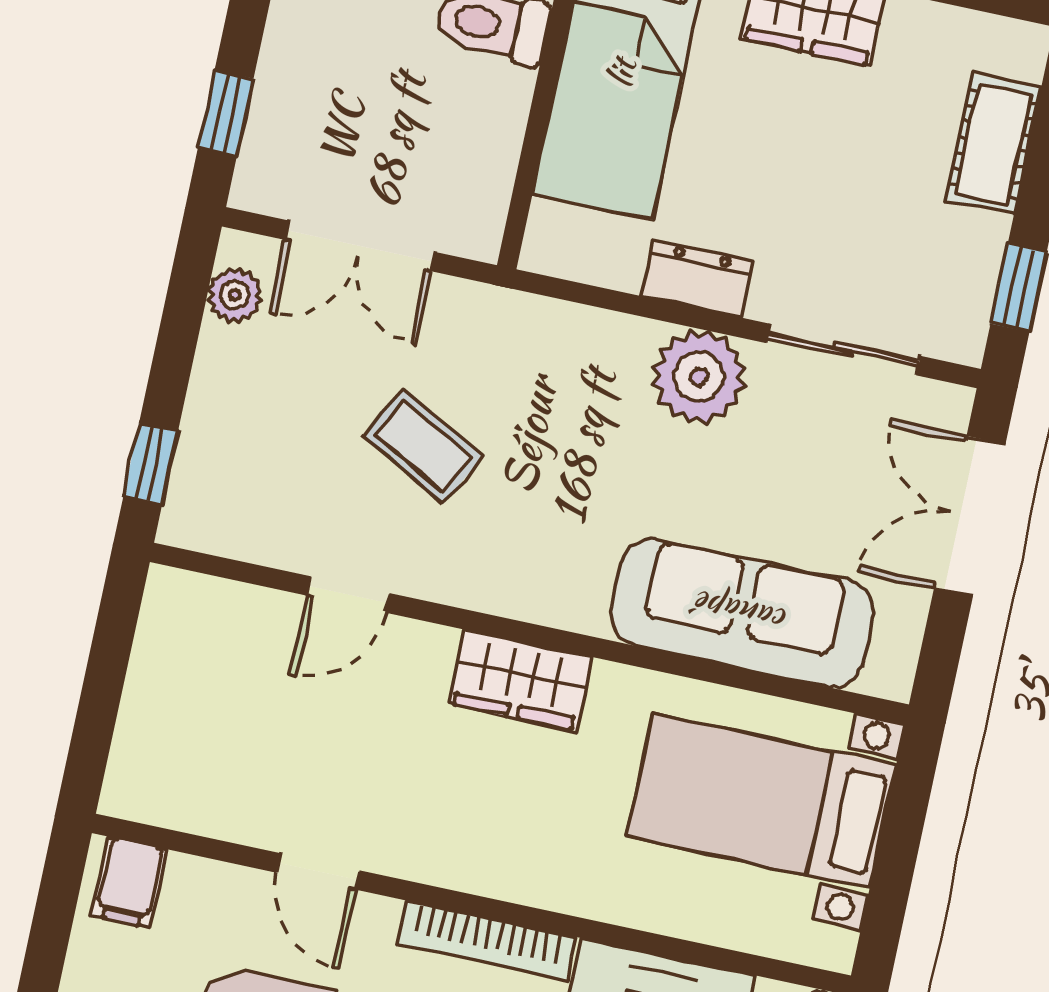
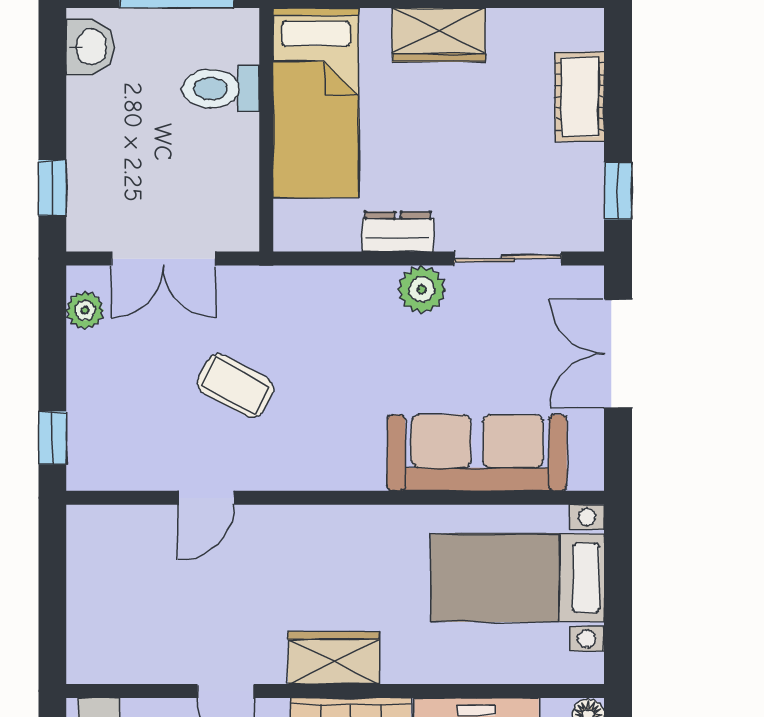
plant: (699, 377) -> (422, 290), width x0.73, depth x0.73
wardrobe: (520, 680) -> (334, 658), moved, turned 180

